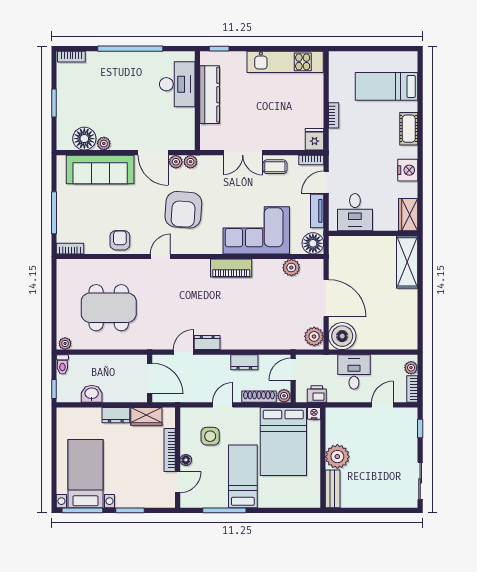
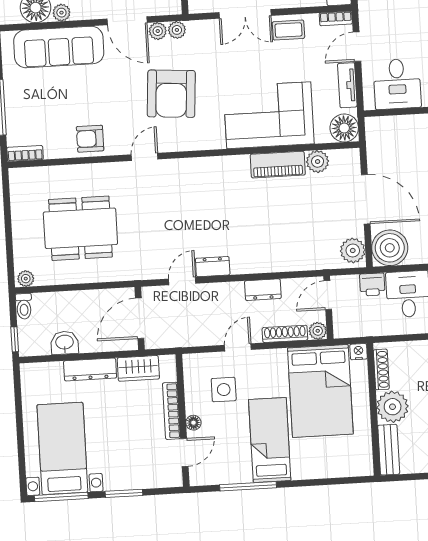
armchair: (120, 240) -> (90, 139), turned -90
piano: (231, 268) -> (278, 165), moved
door: (150, 378) -> (140, 318), swing flipped
printer: (317, 394) -> (372, 284), moved, turned 180
dresser: (116, 415) -> (90, 369), width x1.44
shoe rack: (330, 428) -> (381, 369), added

